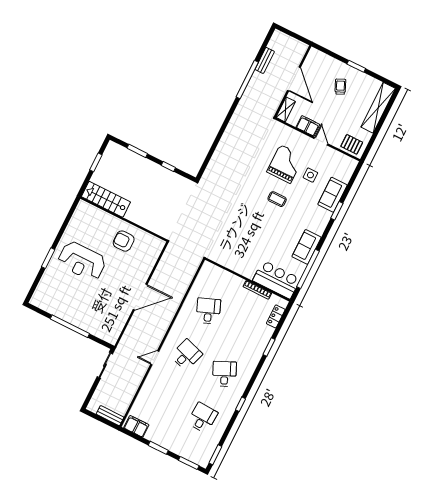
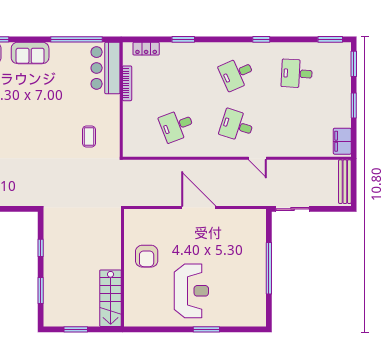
coffee table: (277, 199) -> (89, 136), moved
sofa: (306, 247) -> (30, 53), moved
bench: (110, 416) -> (345, 182), width x1.36

